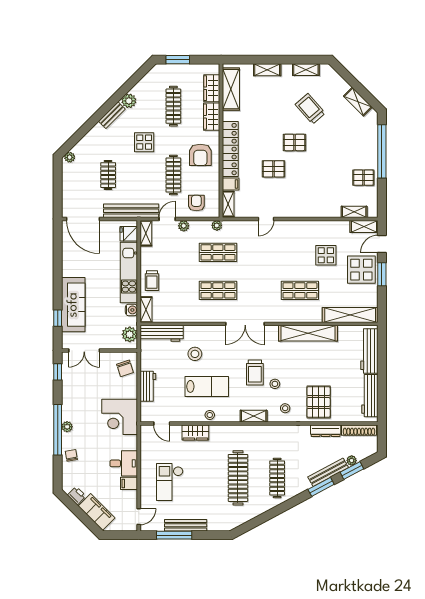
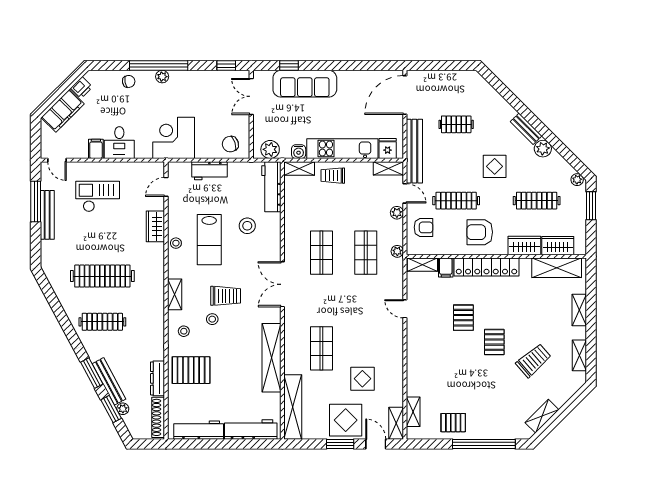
plant: (70, 157) -> (577, 180), moved
pallet: (363, 178) -> (453, 423), turned 90
trolley: (255, 372) -> (226, 296), turned 180

